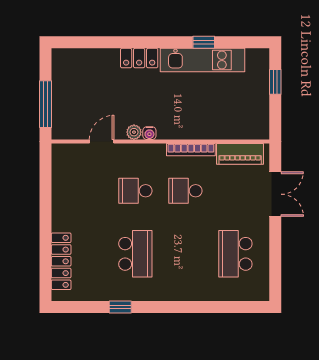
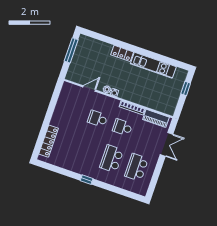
window: (204, 42) -> (157, 57), removed
window: (46, 104) -> (71, 50), moved
school desk: (135, 254) -> (112, 159), moved, turned 180
window: (120, 307) -> (87, 180), moved

